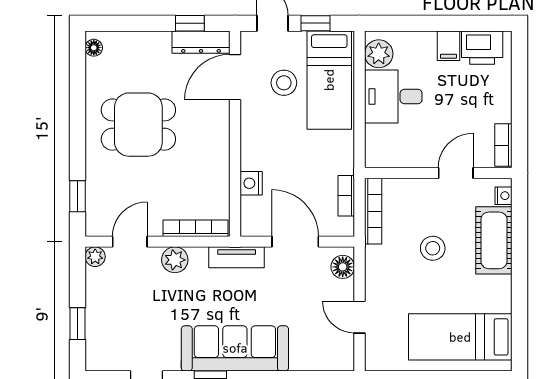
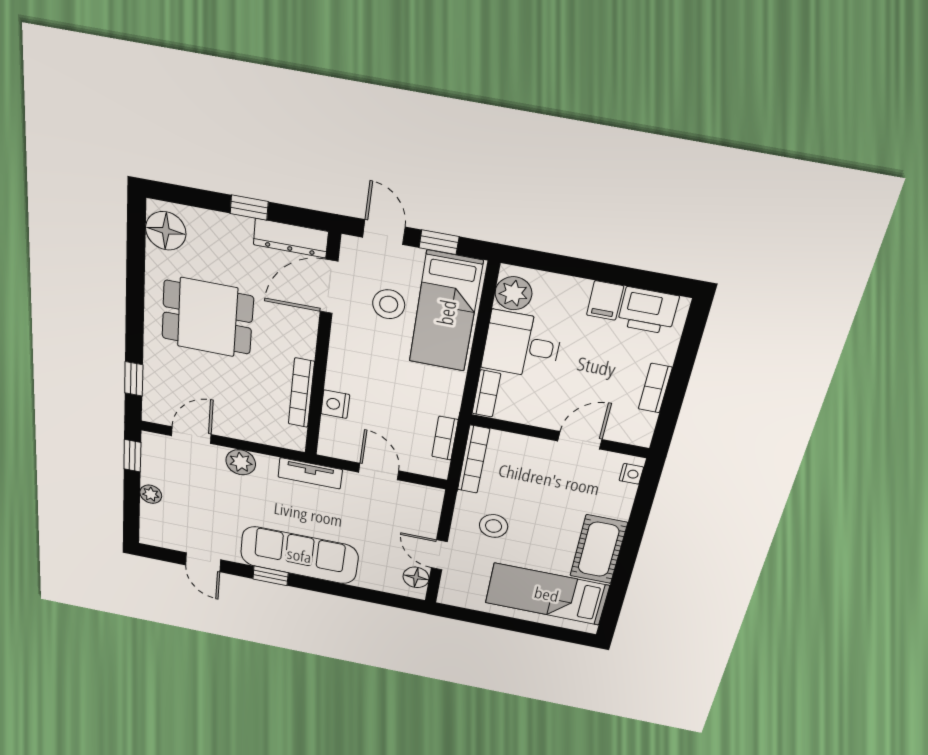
window: (190, 23) -> (249, 207), moved
floor lamp: (94, 48) -> (166, 231), width x1.89, depth x1.89
bookcase: (503, 145) -> (655, 388), moved
bookcase: (373, 146) -> (486, 394), added
bookcase: (195, 228) -> (301, 393), moved, turned -90
cot: (494, 240) -> (599, 549), moved
door: (295, 242) -> (379, 471), width x0.73
stool: (433, 248) -> (494, 526), moved
plant: (95, 257) -> (151, 494), moved
floor lamp: (343, 267) -> (416, 577), moved
window: (78, 324) -> (132, 456), moved

